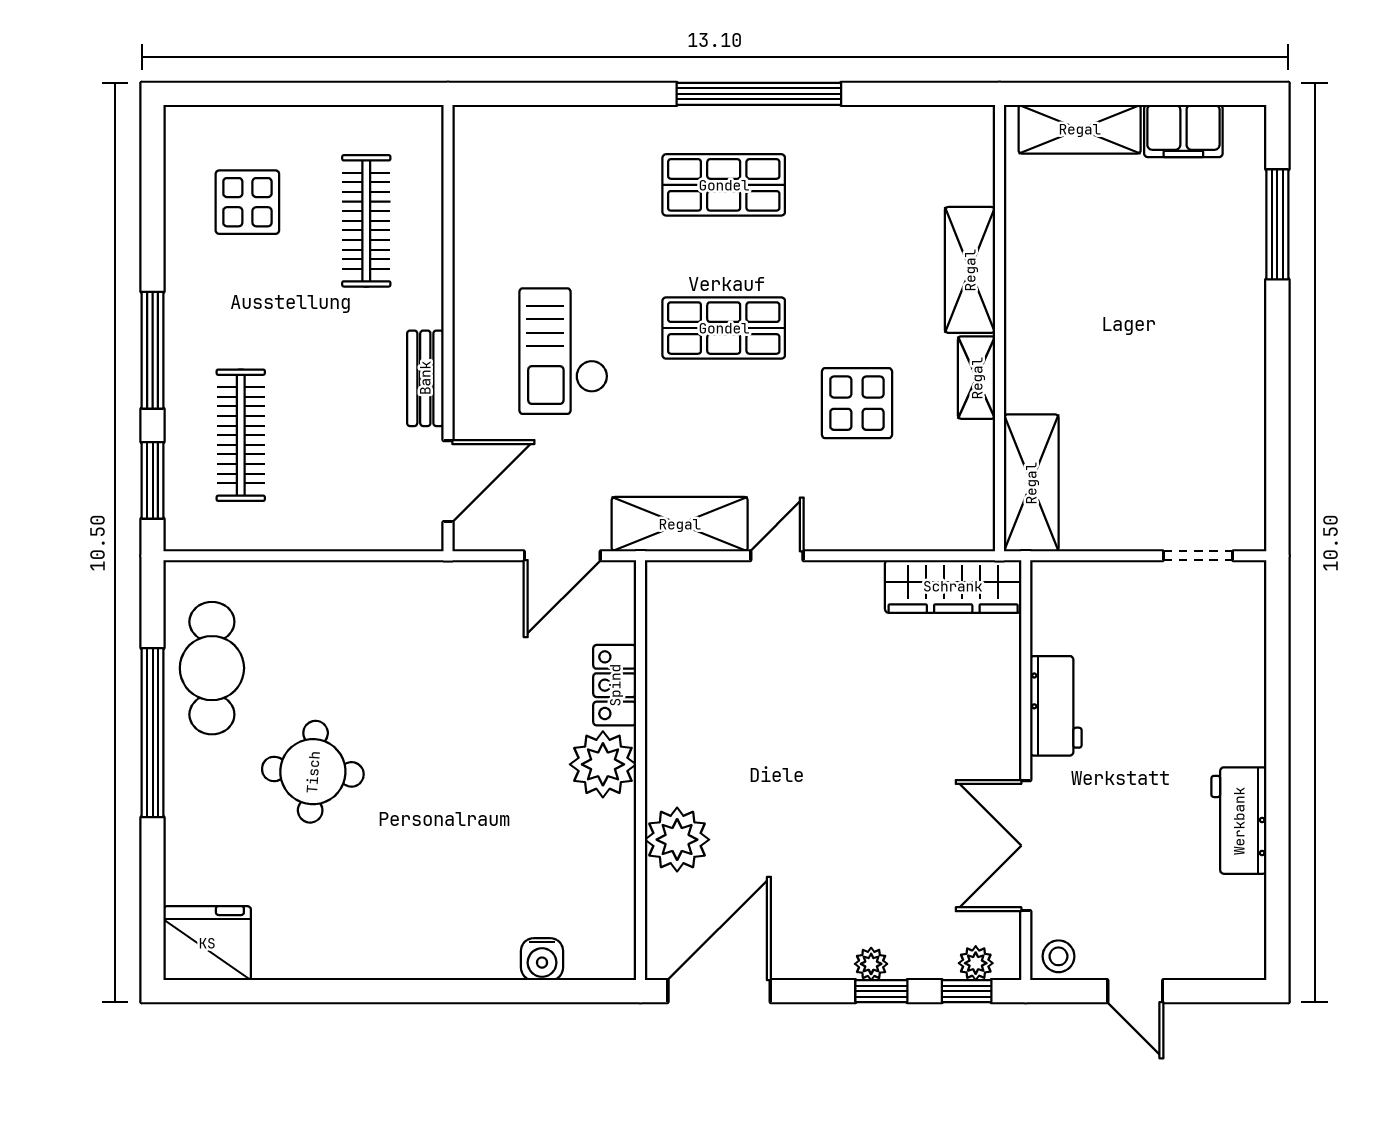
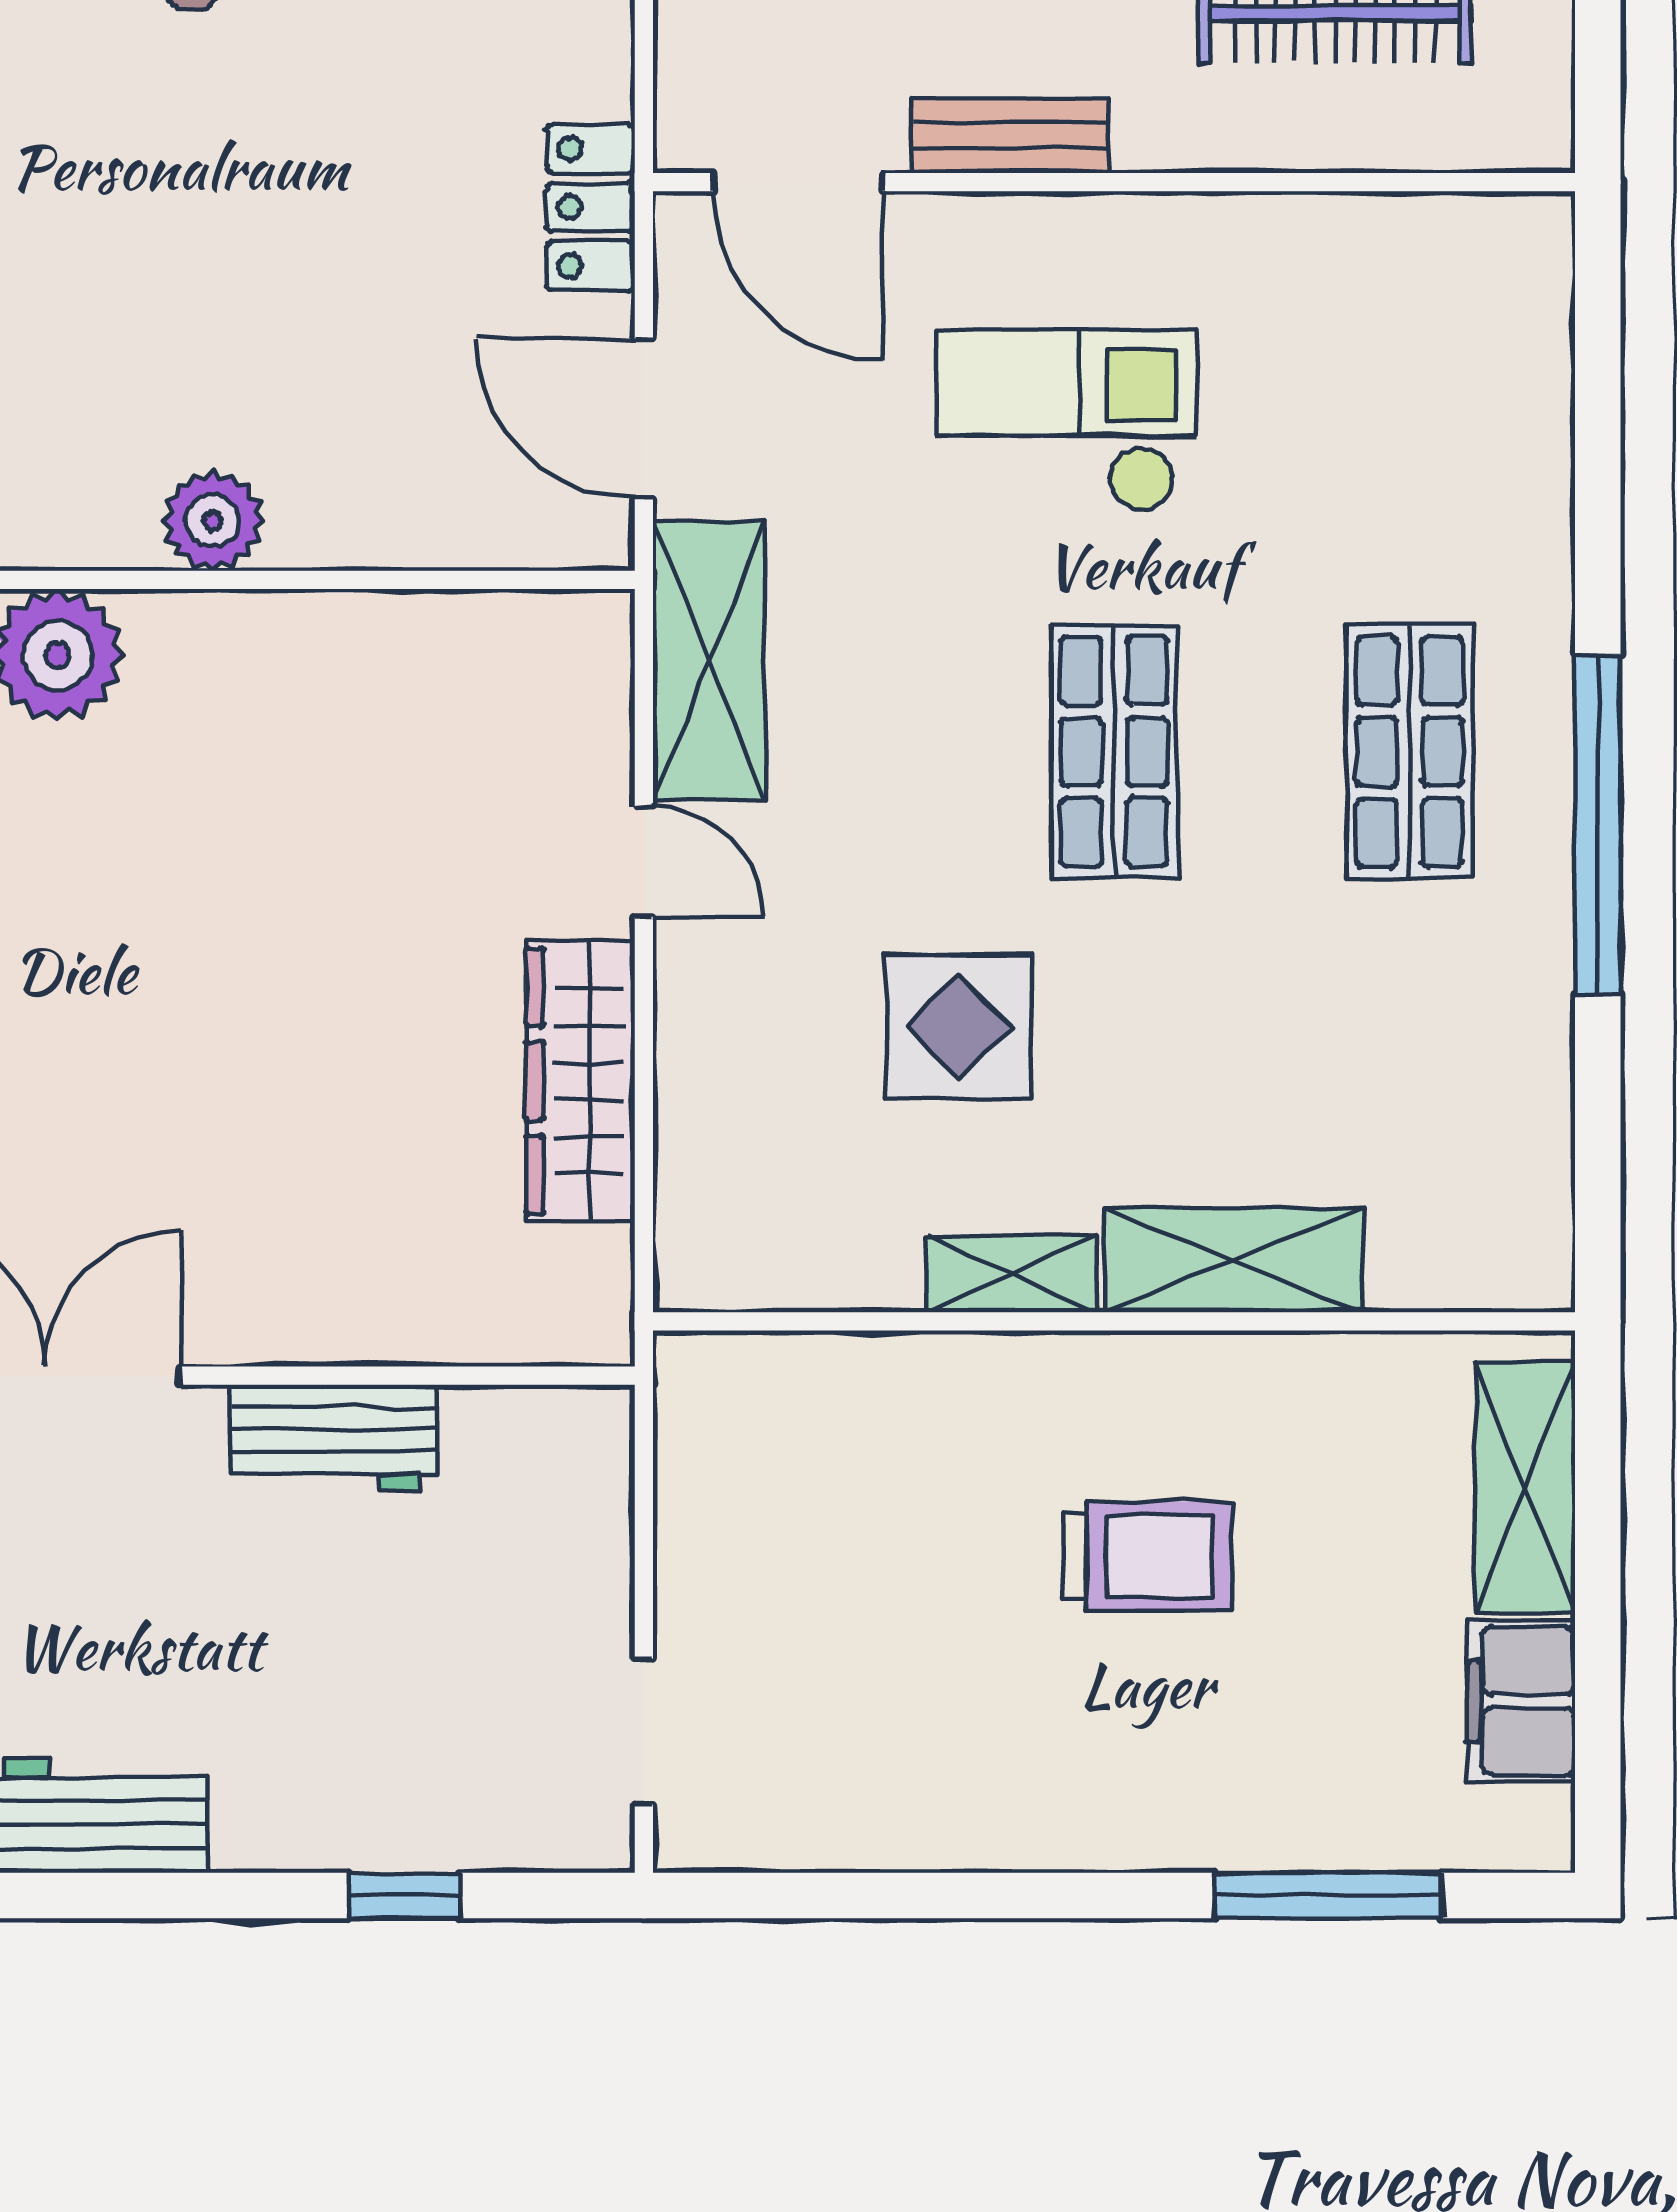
trolley: (1113, 312) -> (1147, 1556), added
shelving: (1031, 483) -> (794, 1387), removed
wardrobe: (953, 586) -> (580, 1081), moved
window: (1277, 671) -> (405, 1896), added
locker: (615, 685) -> (590, 207), moved, turned -90
plant: (603, 764) -> (213, 521), width x0.73, depth x0.73

